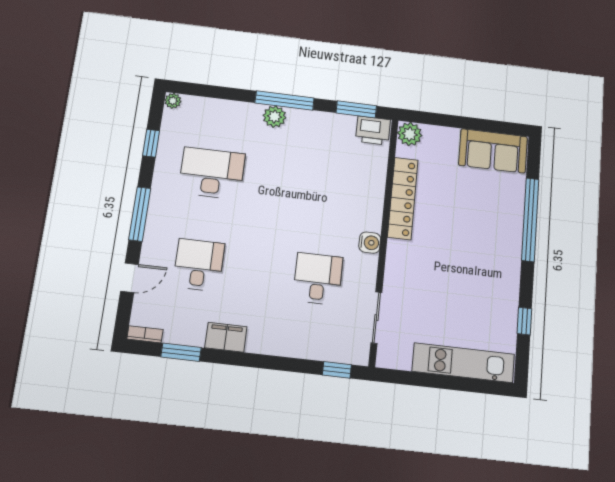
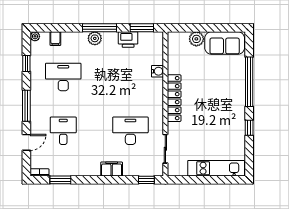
filing cabinet: (207, 109) -> (55, 39), added
printer: (373, 130) -> (128, 39), moved
plant: (410, 134) -> (196, 39), moved
locker: (403, 198) -> (174, 98), moved
water cooler: (370, 243) -> (158, 71), moved
desk: (318, 279) -> (130, 131), width x1.37
window: (524, 321) -> (249, 128), moved
filing cabinet: (226, 337) -> (112, 169), moved

